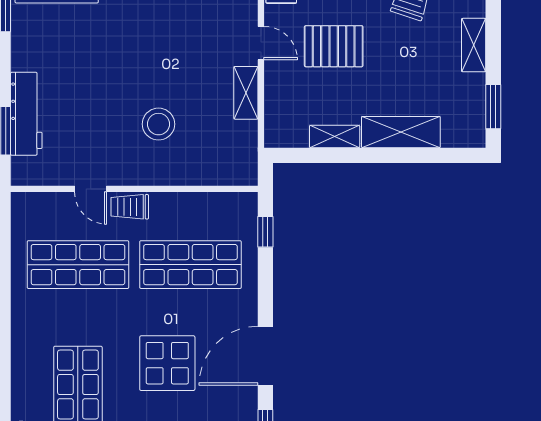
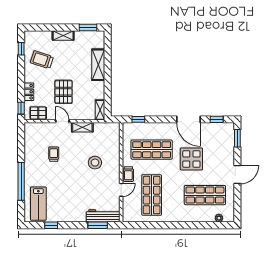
trolley: (179, 22) -> (54, 154), added
door: (261, 43) -> (62, 121), hinge flipped
workbench: (26, 114) -> (103, 216), moved
shelving: (335, 137) -> (100, 110), moved
shop shelf: (190, 265) -> (152, 150), turned 90

